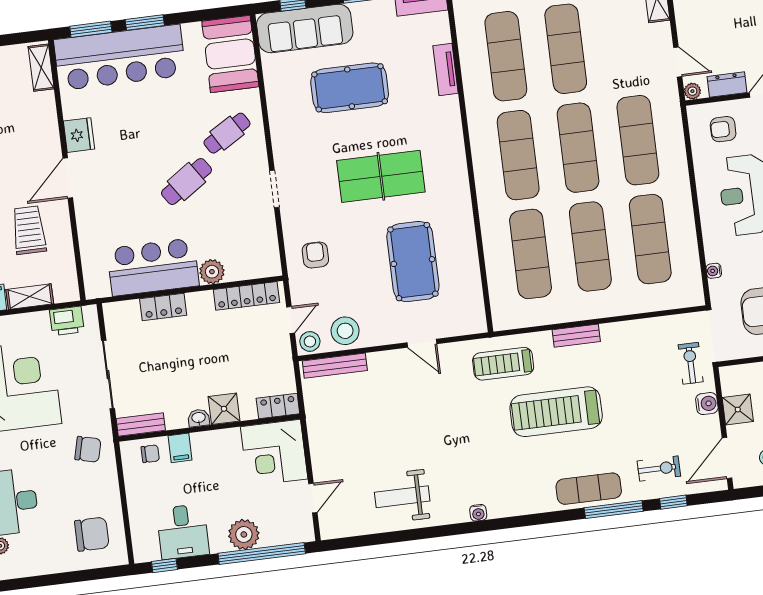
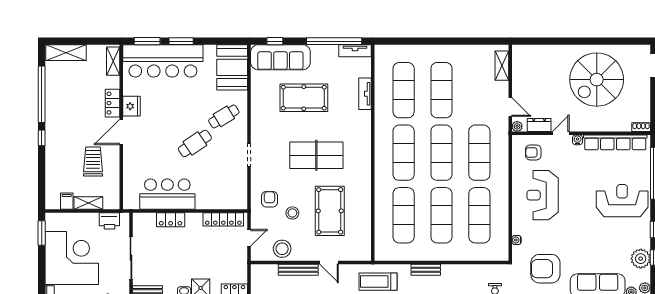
locker: (48, 134) -> (112, 103), added
plant: (212, 272) -> (204, 202), removed
stool: (310, 341) -> (292, 213), moved
bench: (335, 366) -> (298, 270), moved

